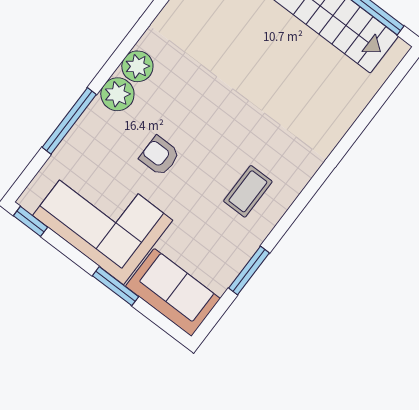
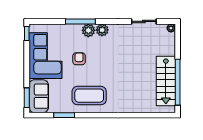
window: (69, 121) -> (80, 21), moved
coffee table: (248, 191) -> (89, 96), width x1.86, depth x1.72
window: (116, 286) -> (27, 98), moved

